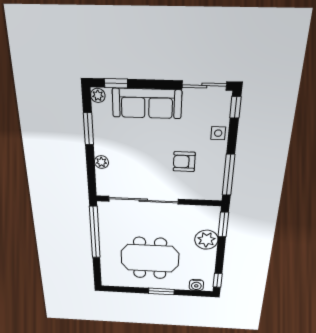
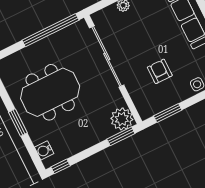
window: (228, 175) -> (168, 113), width x0.69
plant: (206, 240) -> (122, 119), moved
meeting table: (150, 258) -> (50, 92), turned 90

